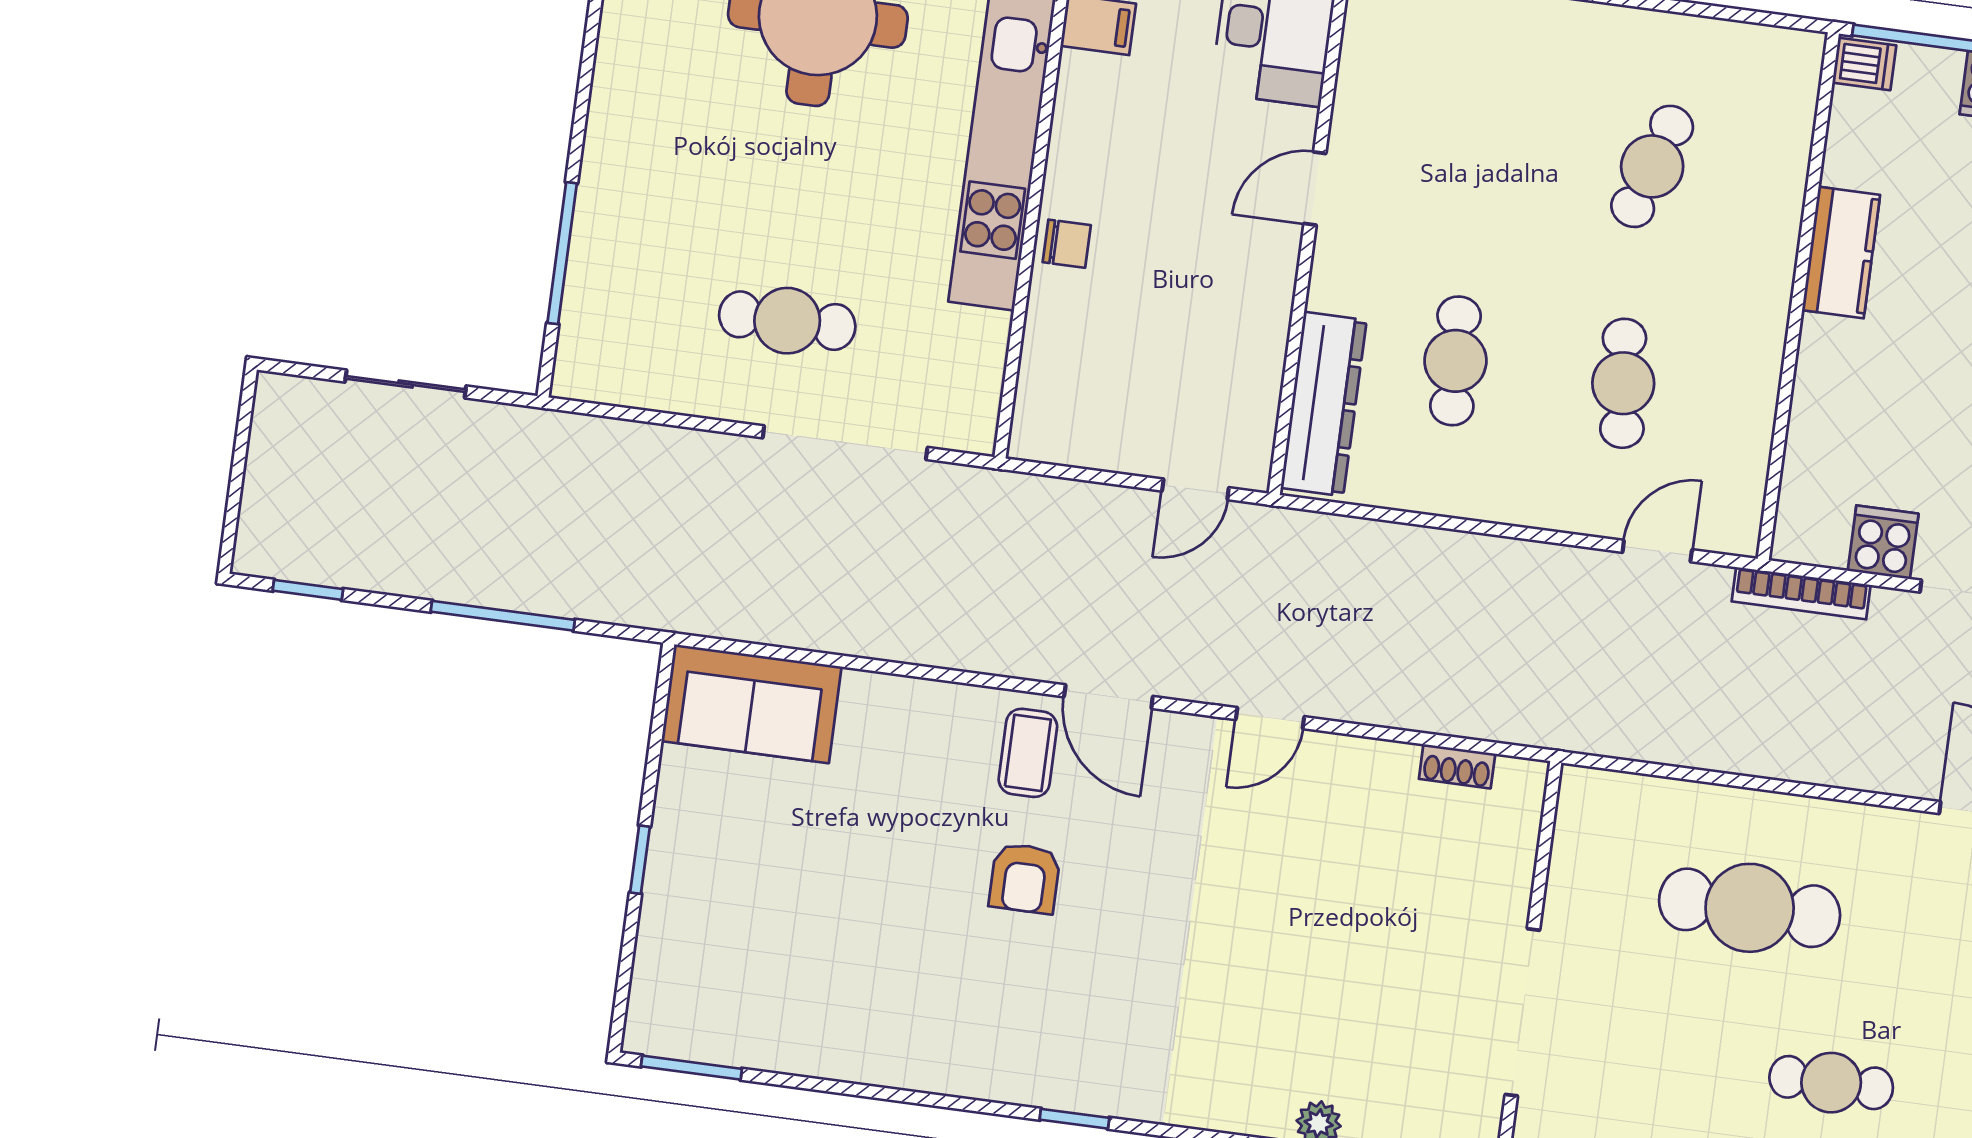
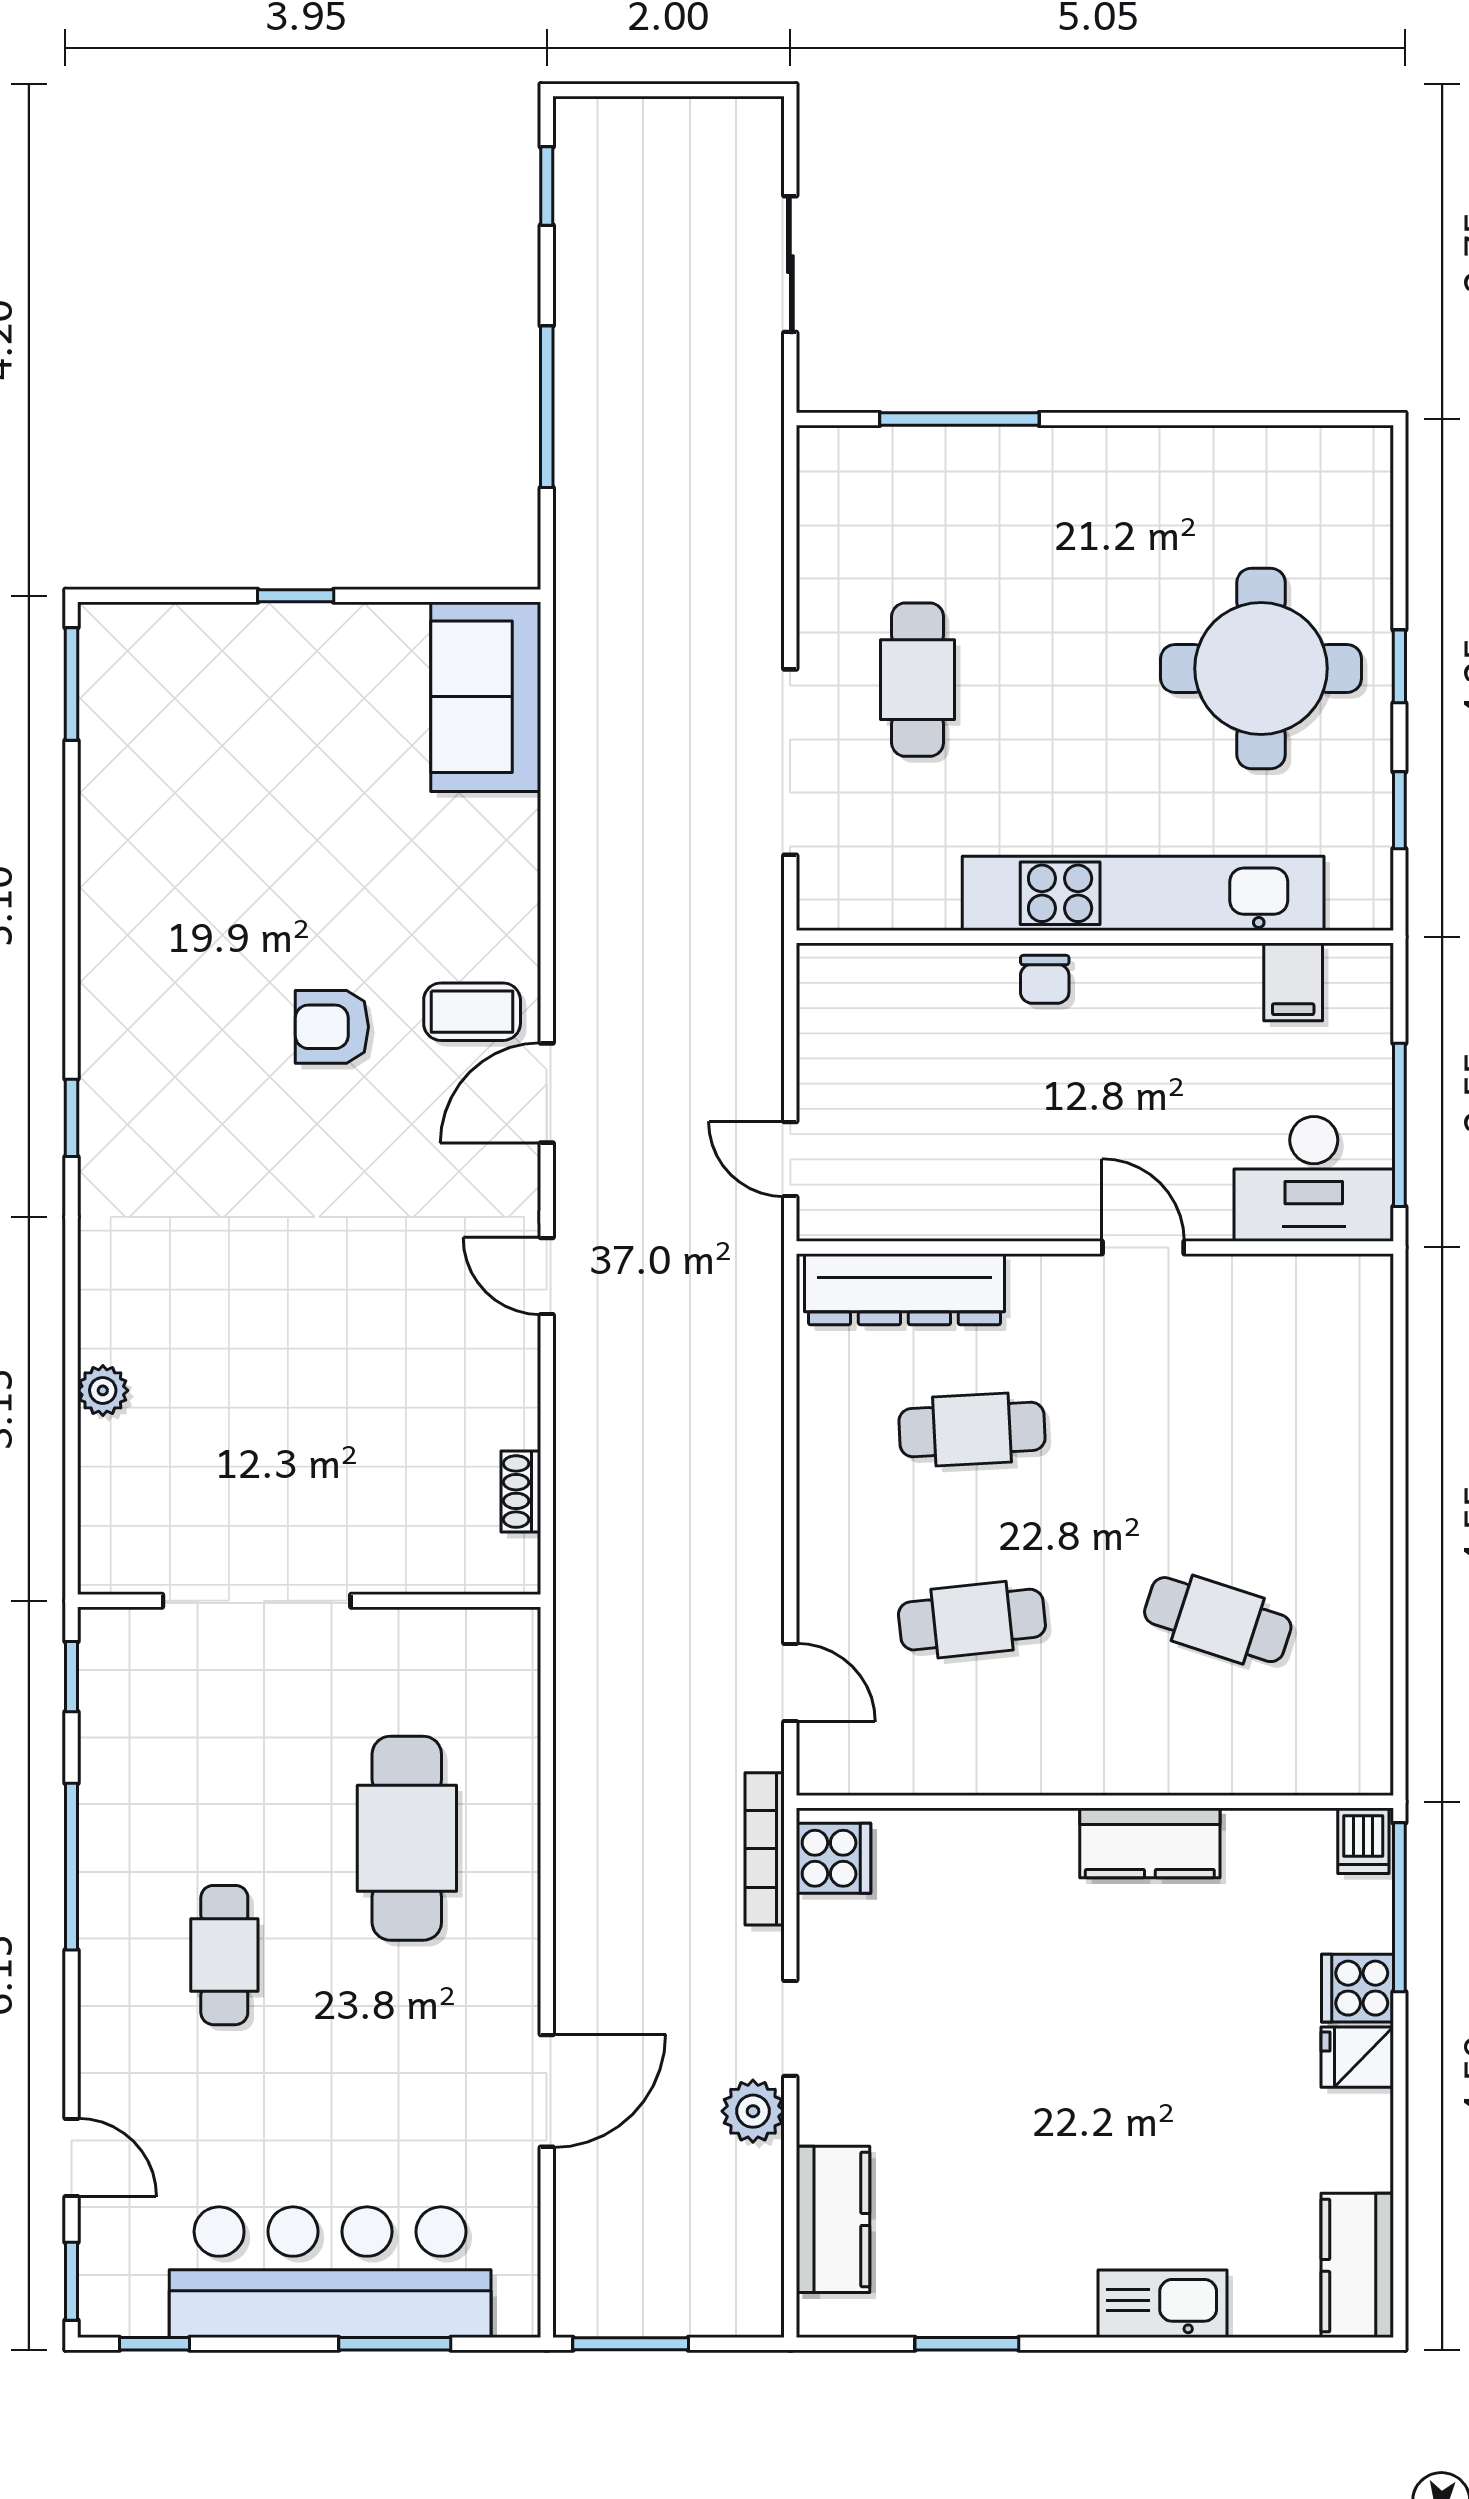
cooker: (1883, 542) -> (834, 1858), moved

